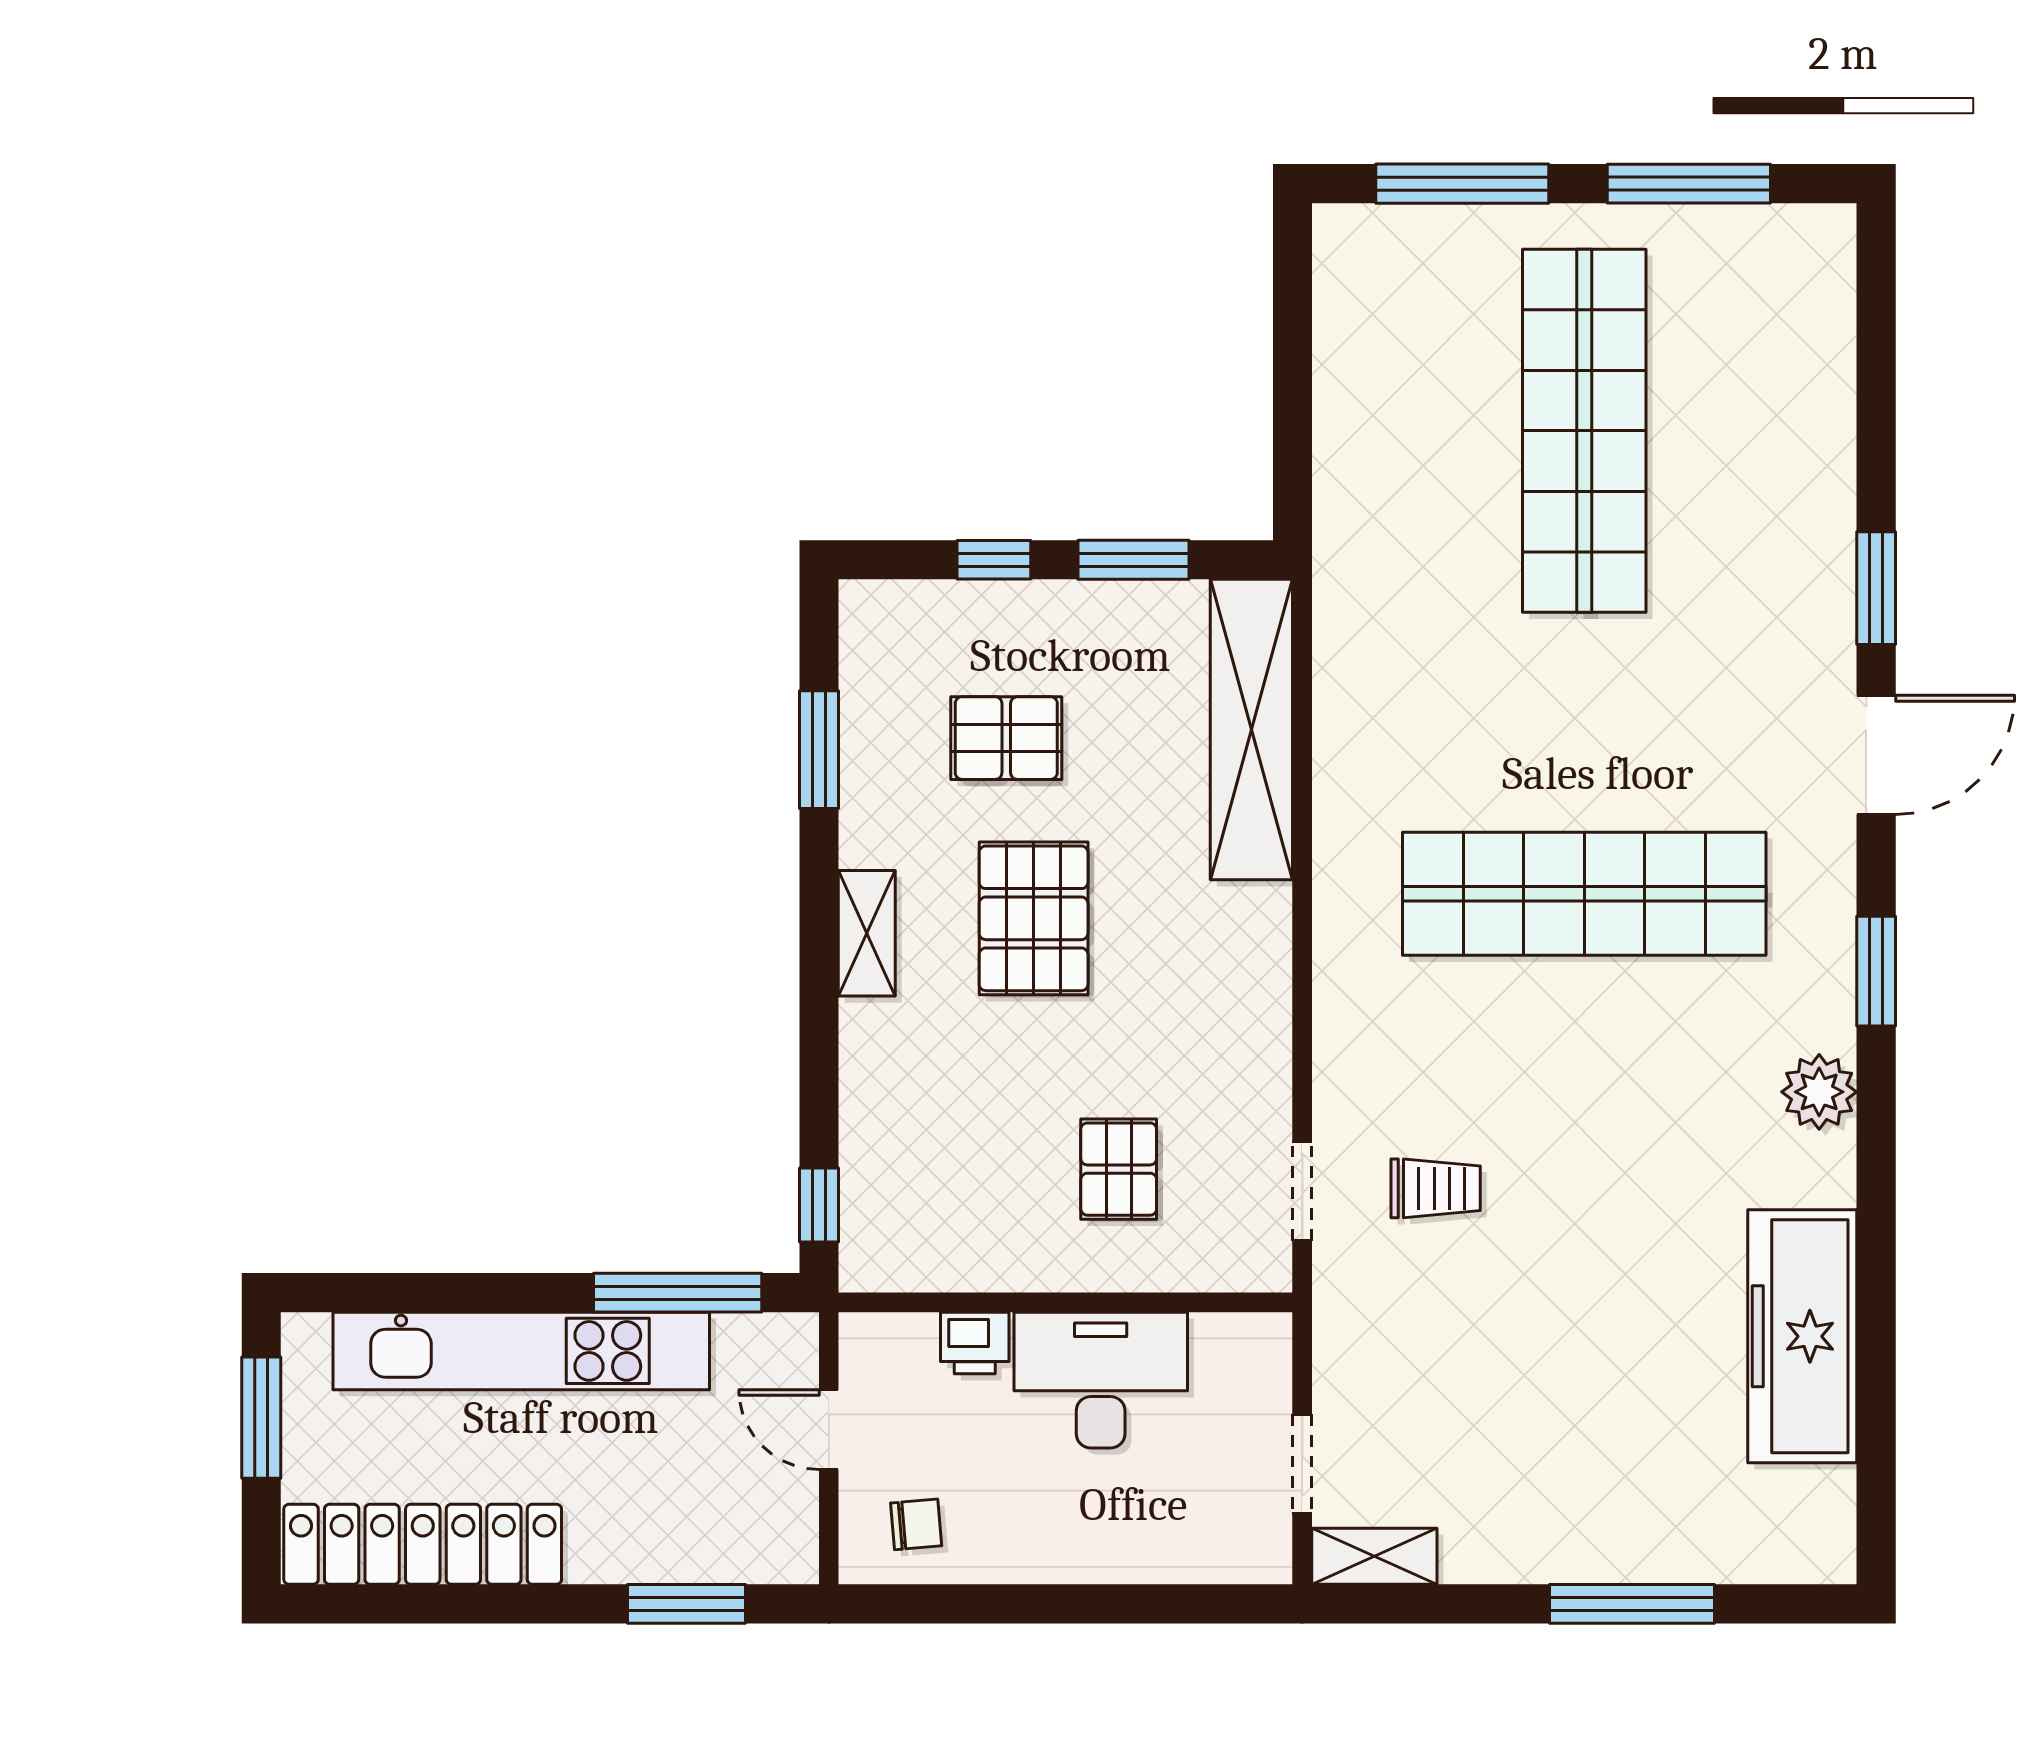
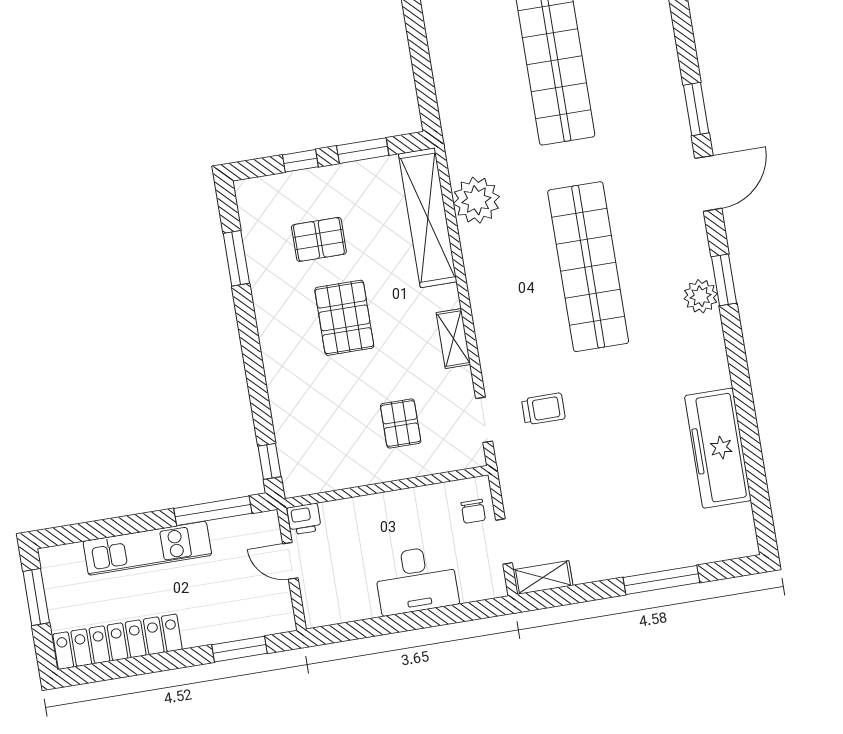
plant: (1364, 709) -> (476, 200), added
shop shelf: (1584, 894) -> (588, 267), turned 90
shelving: (867, 933) -> (453, 339), moved
plant: (1819, 1092) -> (701, 296), moved
printer: (975, 1343) -> (304, 519), moved
kitchen unit: (521, 1351) -> (147, 548), width x0.73
desk: (1101, 1380) -> (416, 580), moved, turned 180
chair: (916, 1524) -> (473, 511), moved, turned 95

